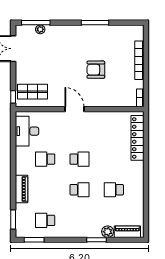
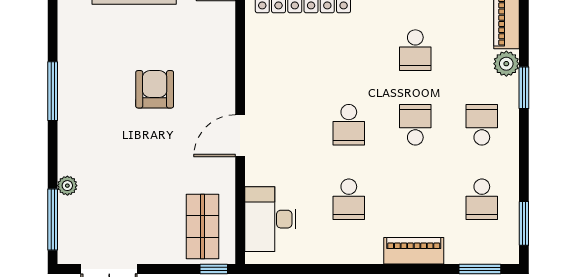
plant: (40, 29) -> (67, 186), moved
armchair: (96, 70) -> (155, 89), turned 180
desk: (27, 131) -> (270, 219), moved, turned 90
school desk: (80, 159) -> (349, 125), turned 180
school desk: (80, 220) -> (482, 125), added

